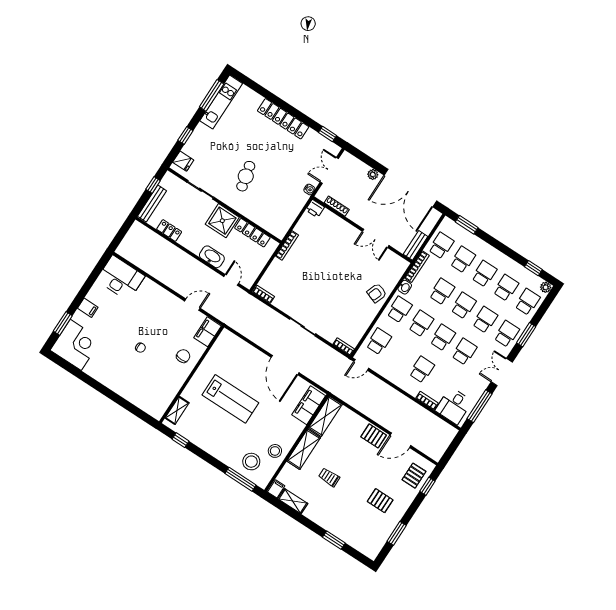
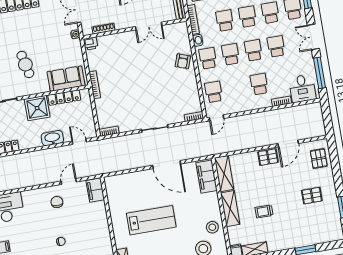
sofa: (268, 219) -> (66, 79), added
chair: (183, 356) -> (57, 202), moved
window: (427, 486) -> (334, 157), removed

